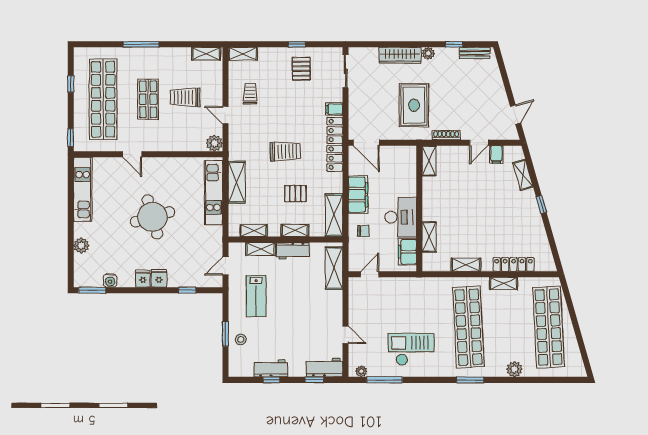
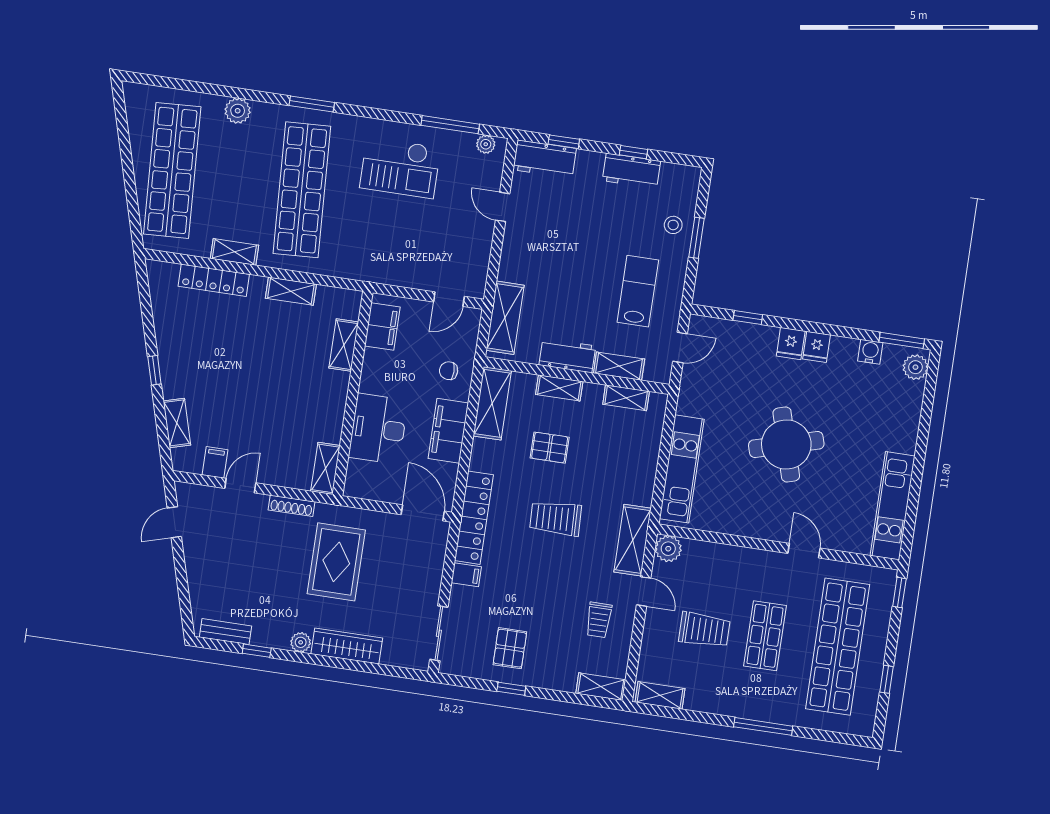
shelving: (237, 182) -> (633, 540), moved
desk: (401, 217) -> (378, 429), moved
plant: (81, 246) -> (915, 367), moved

